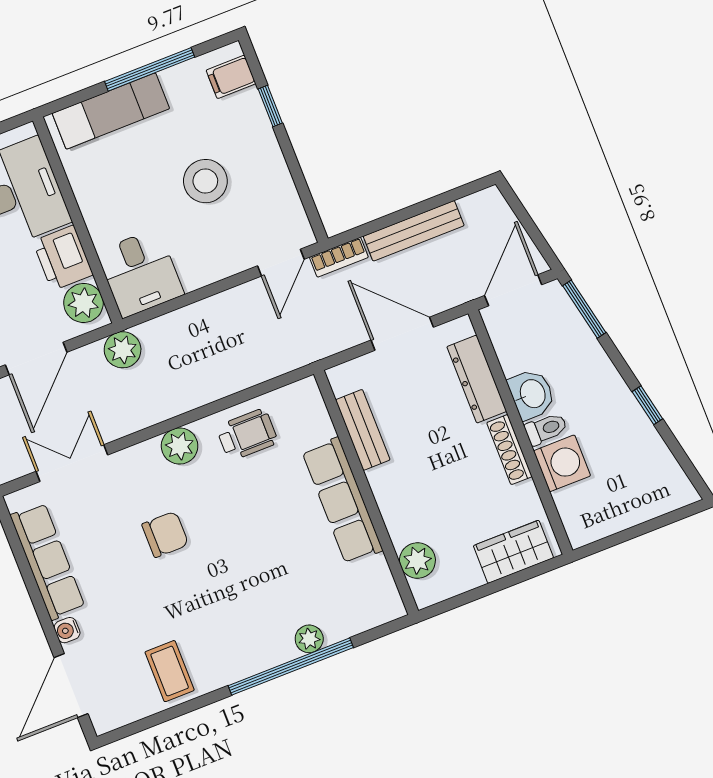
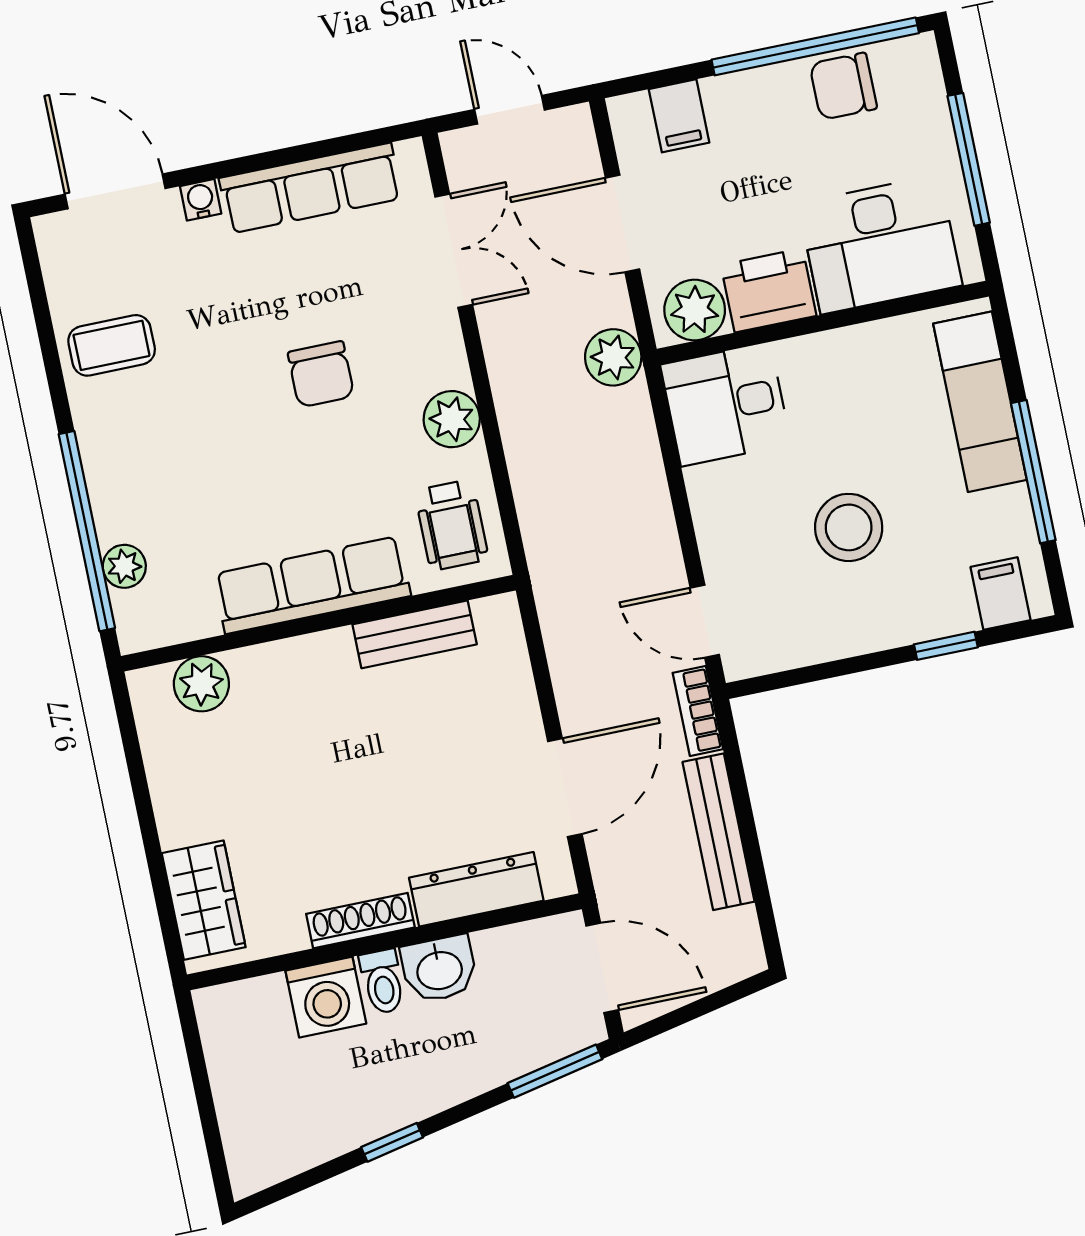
bench: (363, 430) -> (415, 634), moved
wall: (366, 492) -> (318, 623), moved
row of seats: (342, 501) -> (312, 585), moved
plant: (417, 560) -> (201, 684), moved

